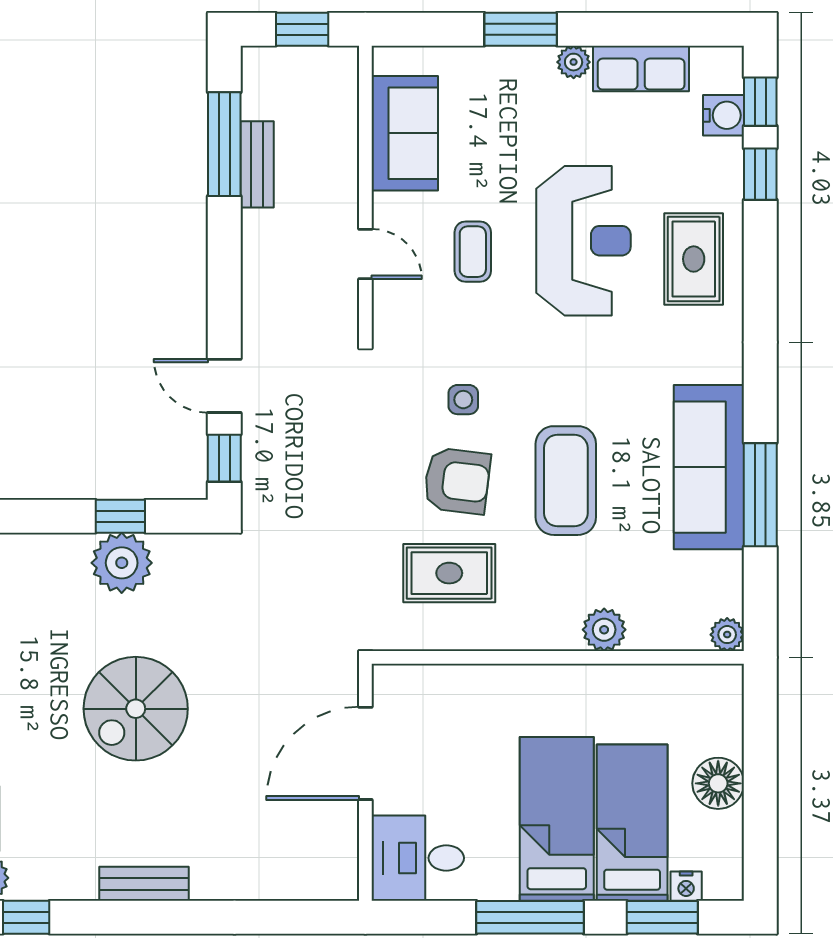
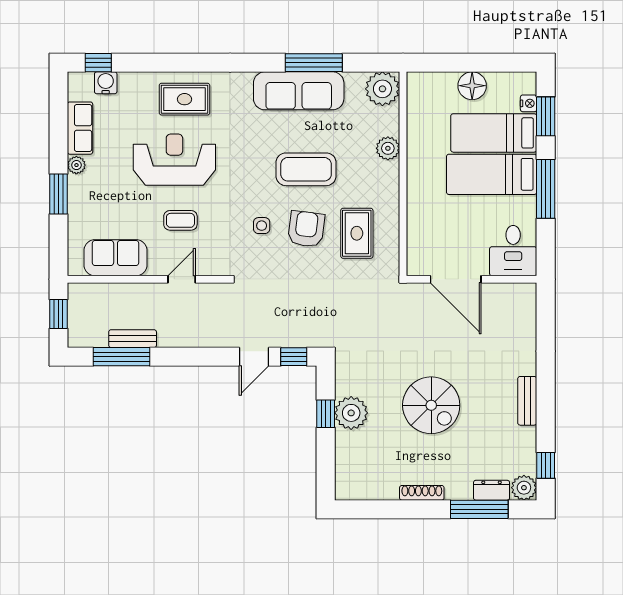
window: (760, 174) -> (138, 63), removed
plant: (727, 635) -> (382, 89), width x1.87, depth x1.87

